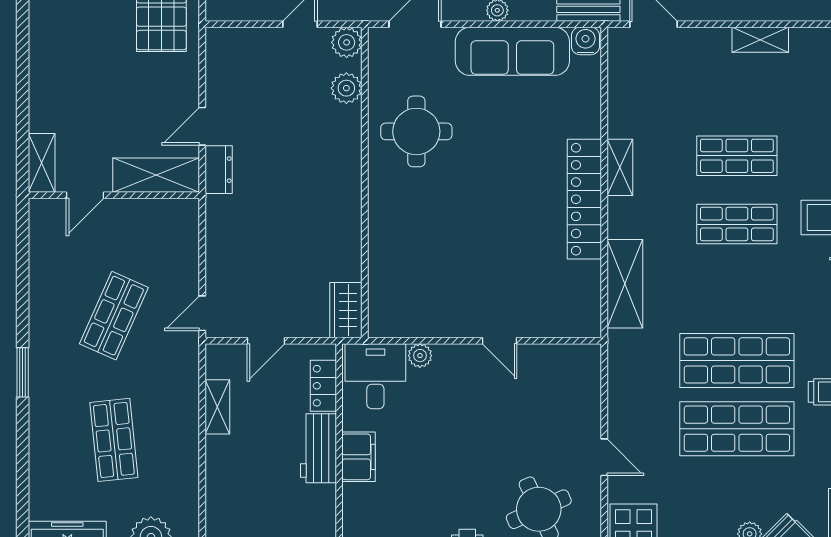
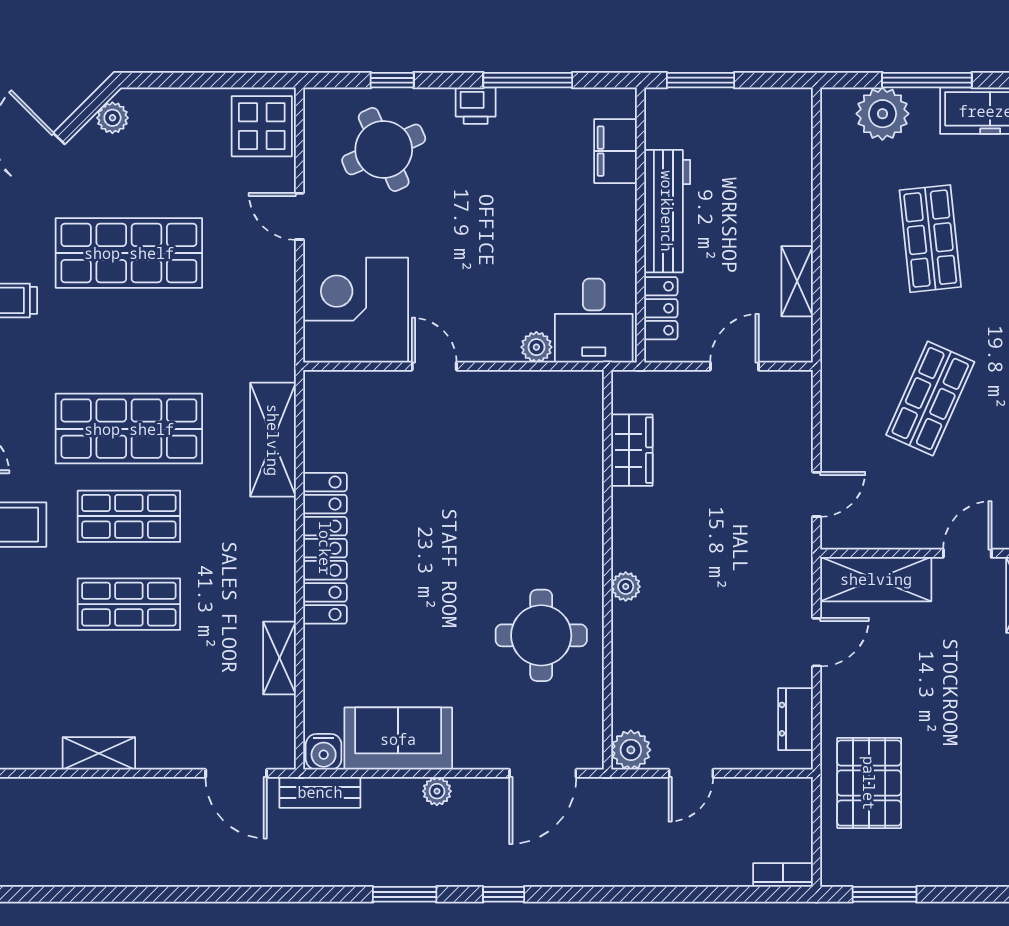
sofa: (512, 51) -> (398, 739), width x0.73
plant: (346, 88) -> (626, 587), moved, width x0.73, depth x0.73
shelving: (620, 167) -> (279, 658), moved
dresser: (219, 170) -> (795, 719), moved
wardrobe: (346, 310) -> (632, 450), moved
door: (202, 313) -> (817, 494), moved
shop shelf: (737, 360) -> (129, 429), moved
corner desk: (561, 384) -> (356, 310), added
workbench: (318, 448) -> (667, 211), width x1.38
filing cabinet: (359, 457) -> (616, 151), moved

